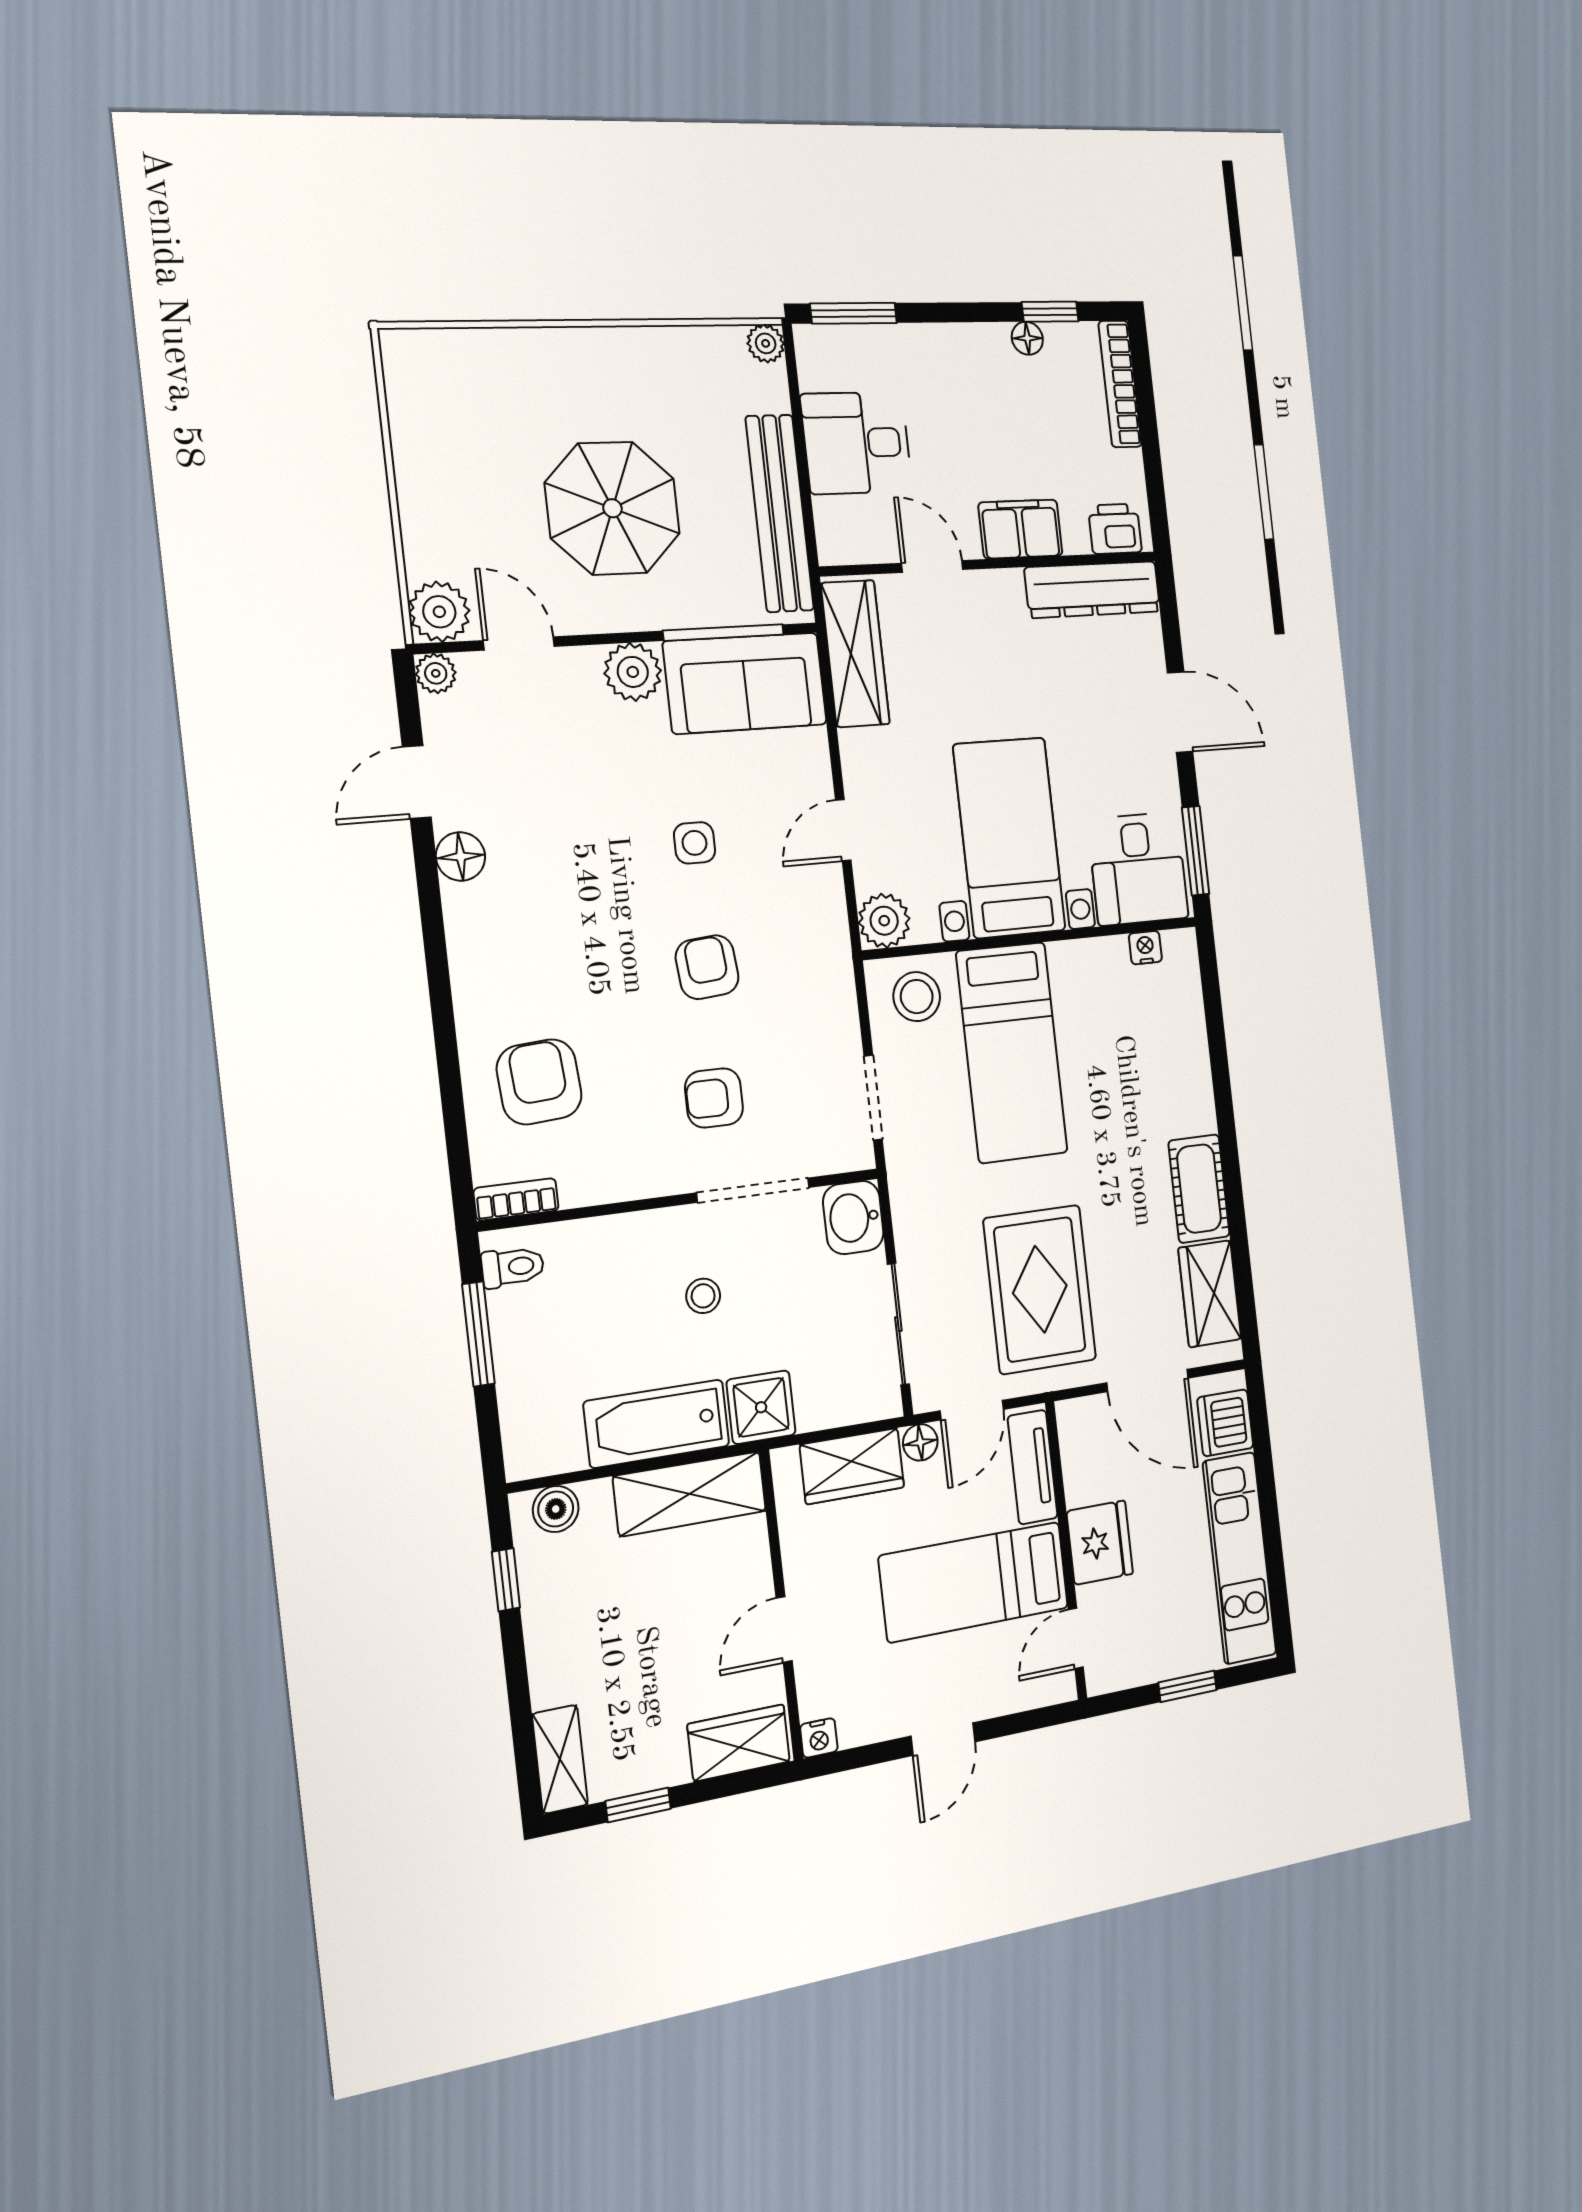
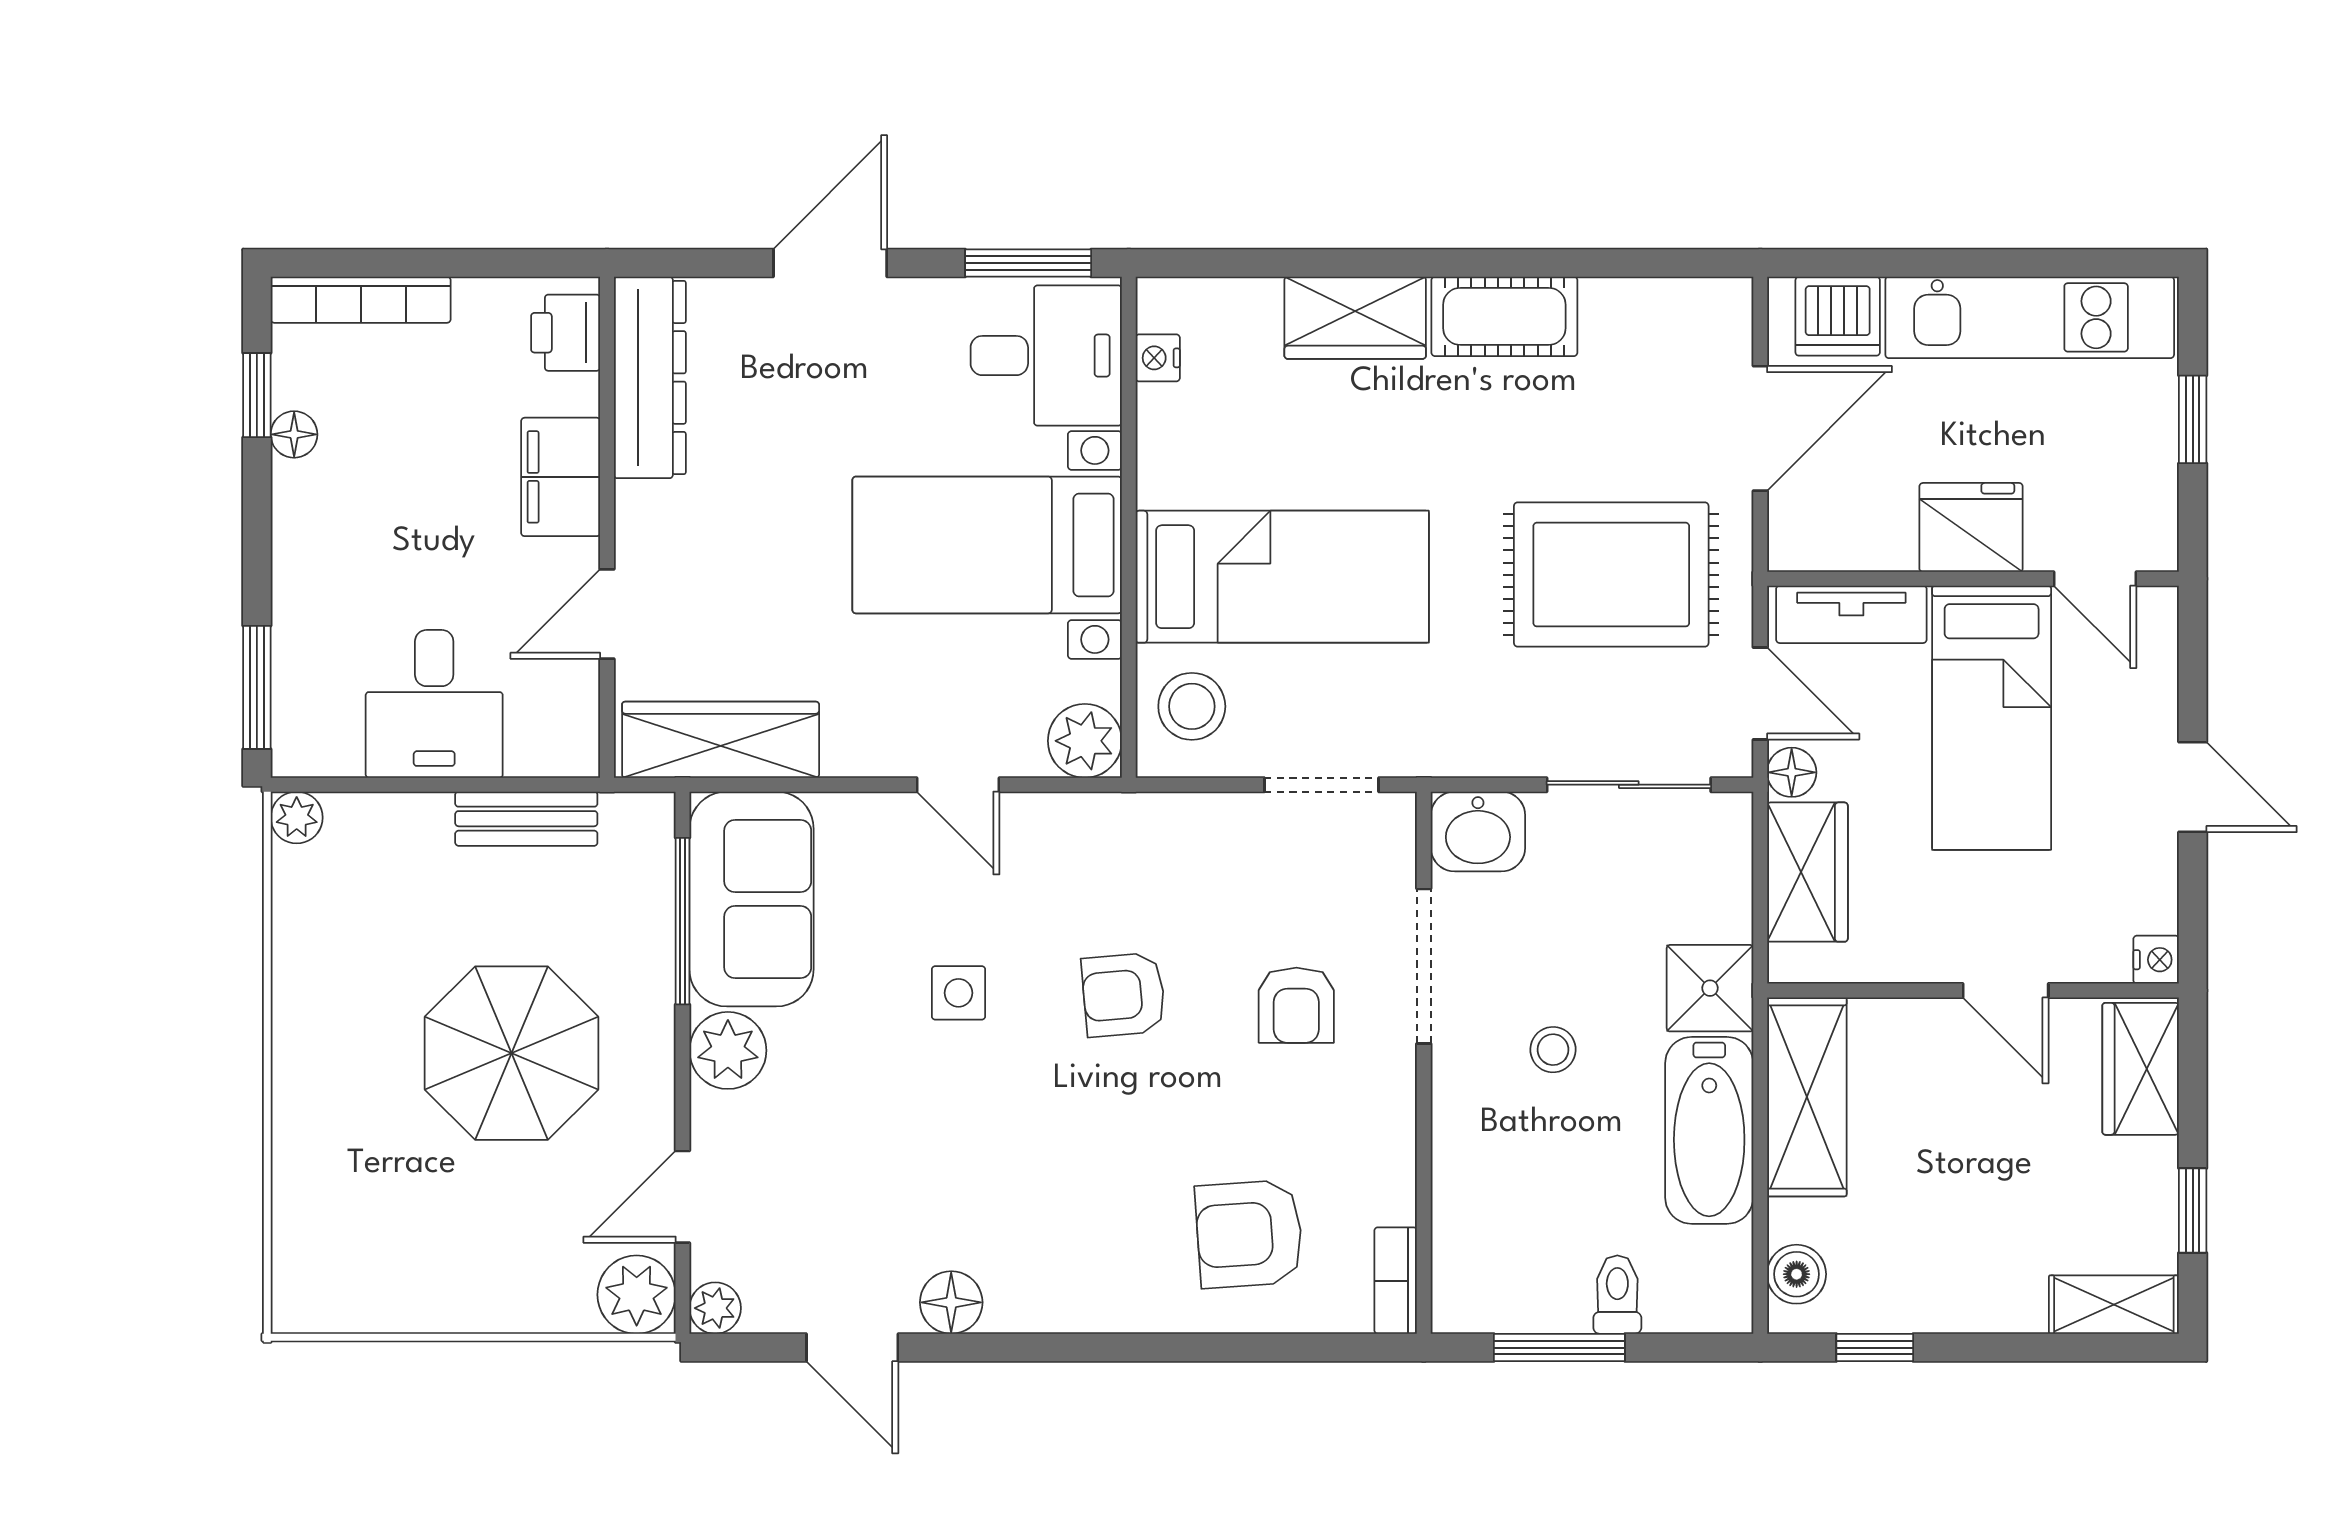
bench: (780, 513) -> (526, 819), width x0.54, depth x0.82
toilet: (513, 1267) -> (1617, 1295), moved
wardrobe: (1210, 1294) -> (1355, 318), moved

